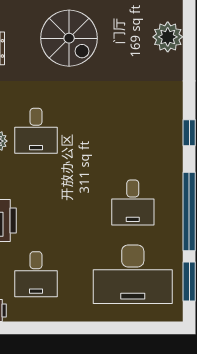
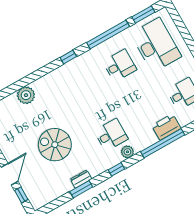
spiral stairs: (69, 38) -> (55, 145), turned -90

